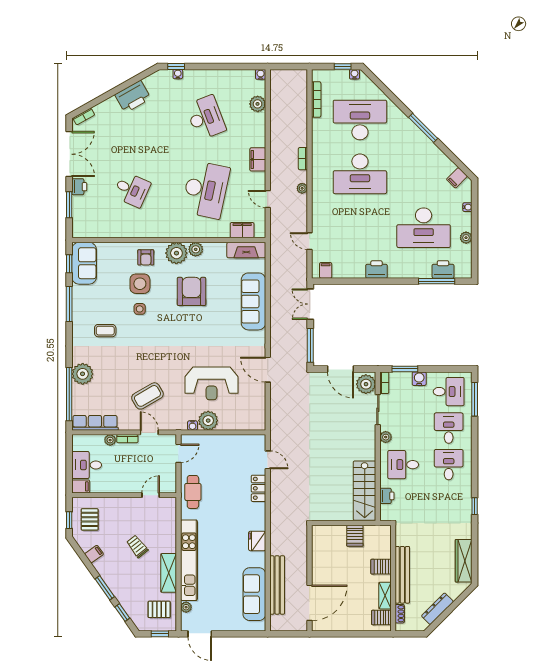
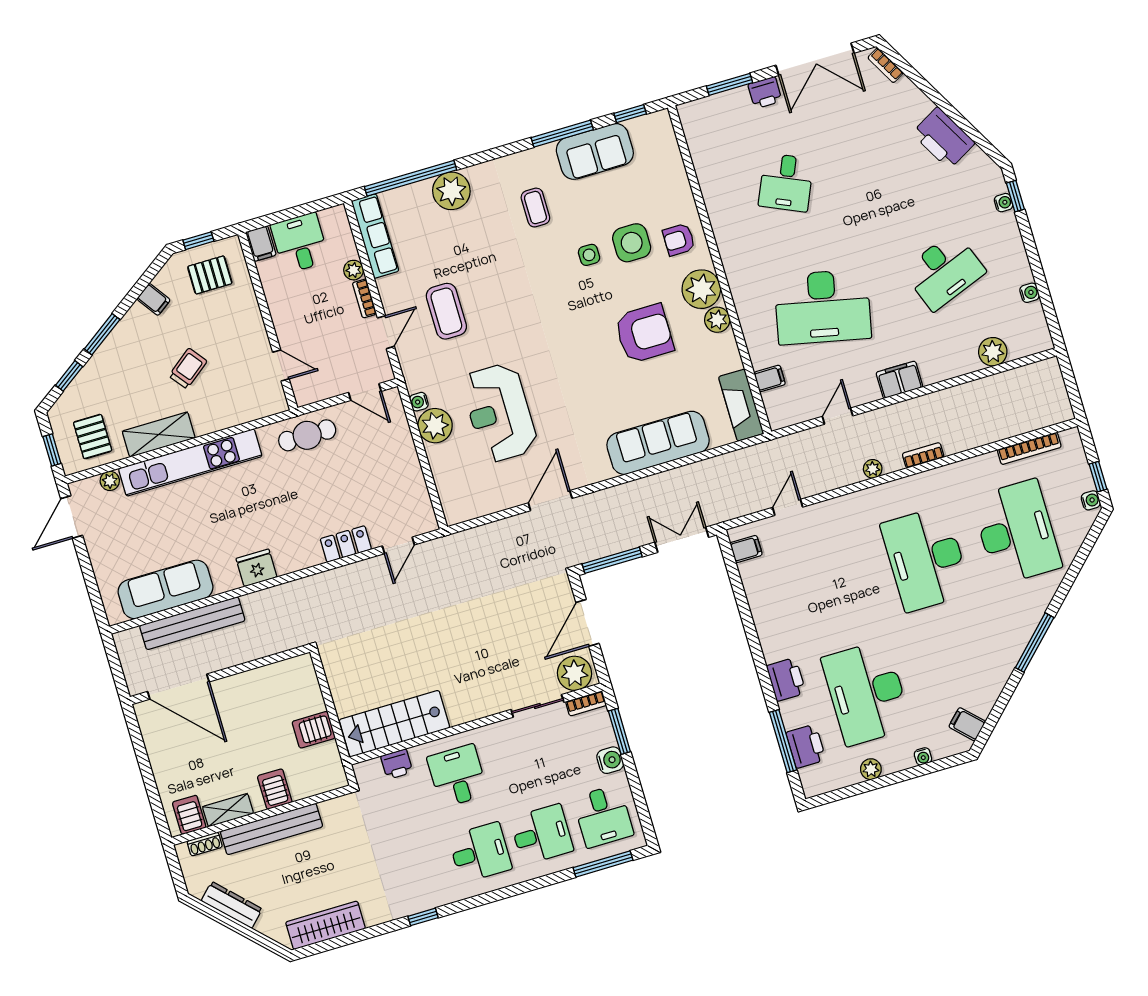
water cooler: (261, 74) -> (1030, 293), moved
filing cabinet: (242, 230) -> (770, 378), width x0.50
sofa: (84, 263) -> (595, 151), moved
printer: (376, 270) -> (786, 679), moved
coffee table: (147, 396) -> (446, 311), turned 30
plant: (386, 437) -> (495, 733), removed

